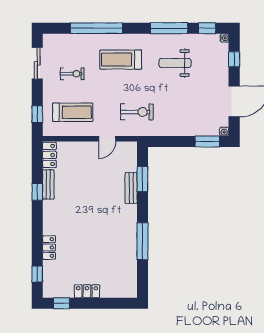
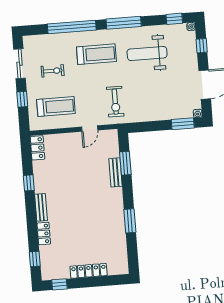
window: (169, 28) -> (124, 23), moved
treadmill: (121, 60) -> (96, 54), turned 180
weight bench: (175, 63) -> (147, 53), width x1.36, depth x1.33
exercise bike: (137, 112) -> (115, 102), turned 90
window: (37, 114) -> (22, 99), moved
bench: (48, 184) -> (41, 207), moved
window: (142, 241) -> (130, 221), width x0.69
locker: (87, 291) -> (89, 271), width x1.53

